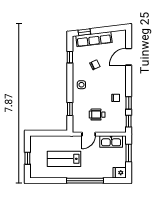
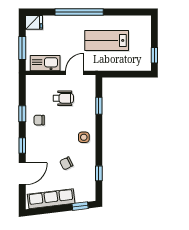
row of seats: (94, 39) -> (51, 199), moved
window: (129, 121) -> (22, 146), moved
window: (27, 158) -> (154, 55), moved
lab bench: (64, 159) -> (107, 40), turned 180

